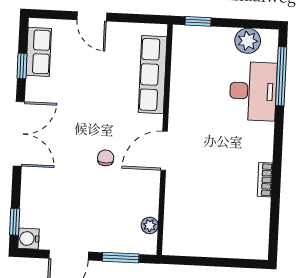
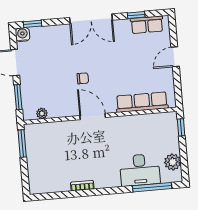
window: (190, 261) -> (22, 144), added

